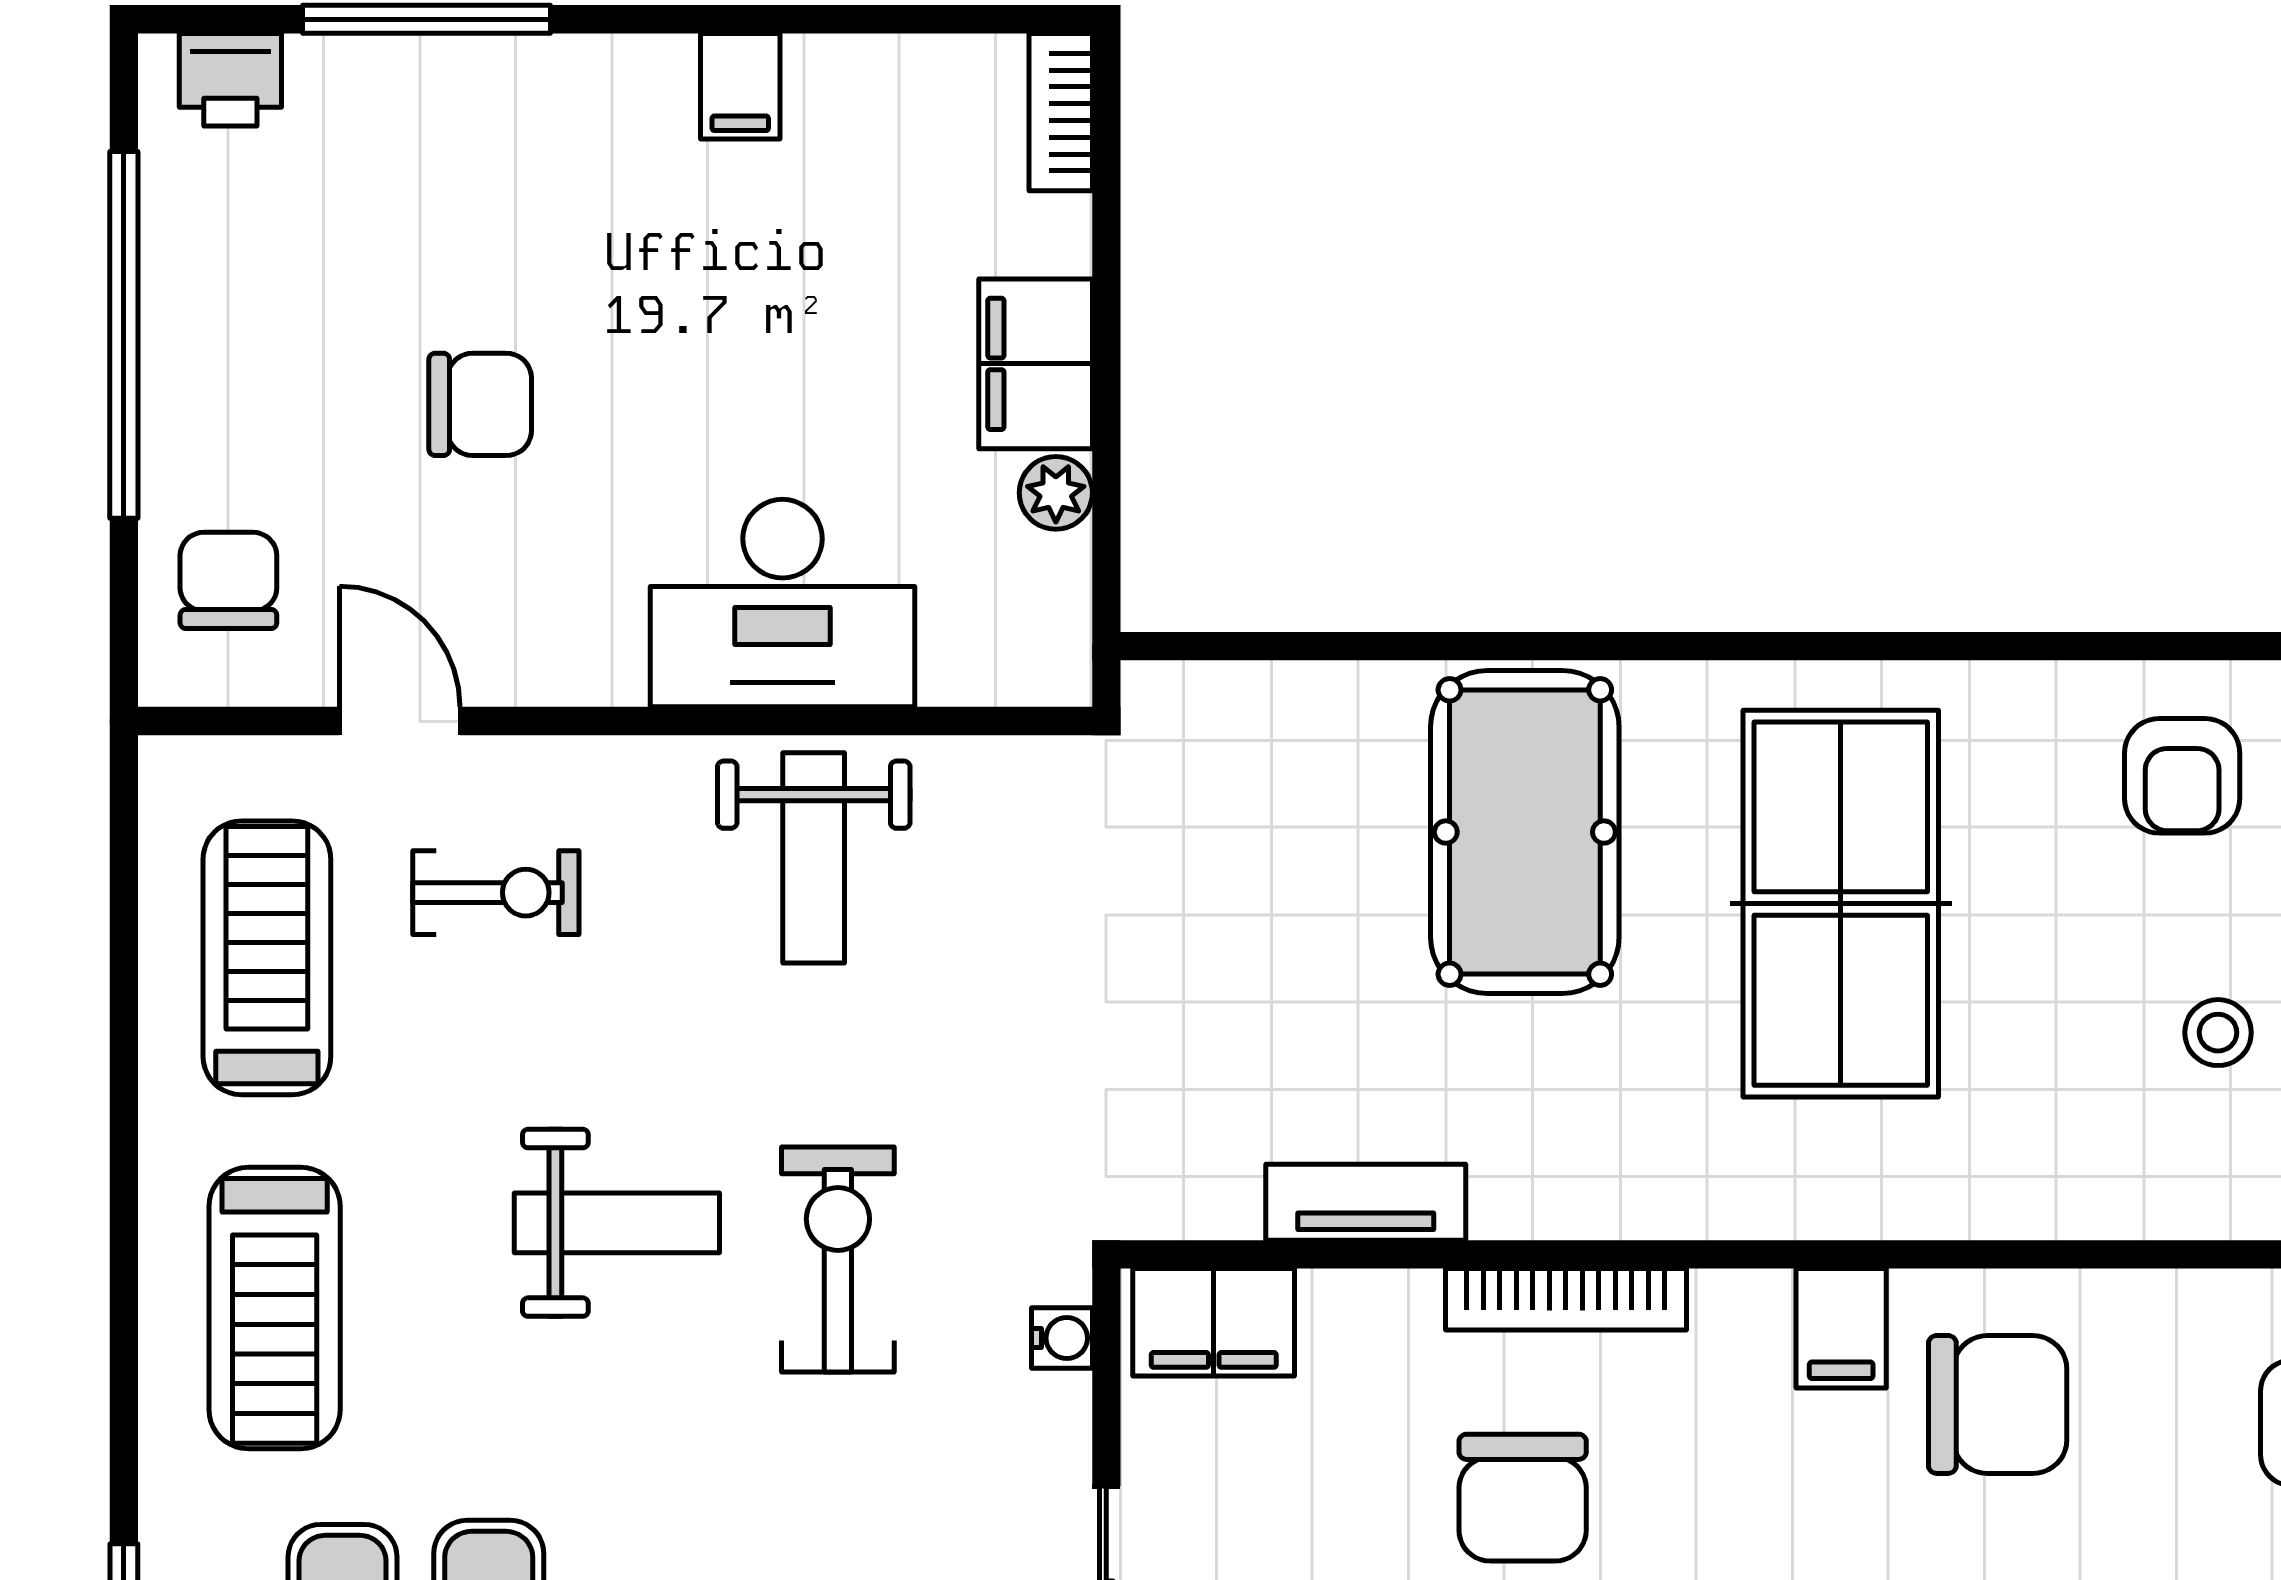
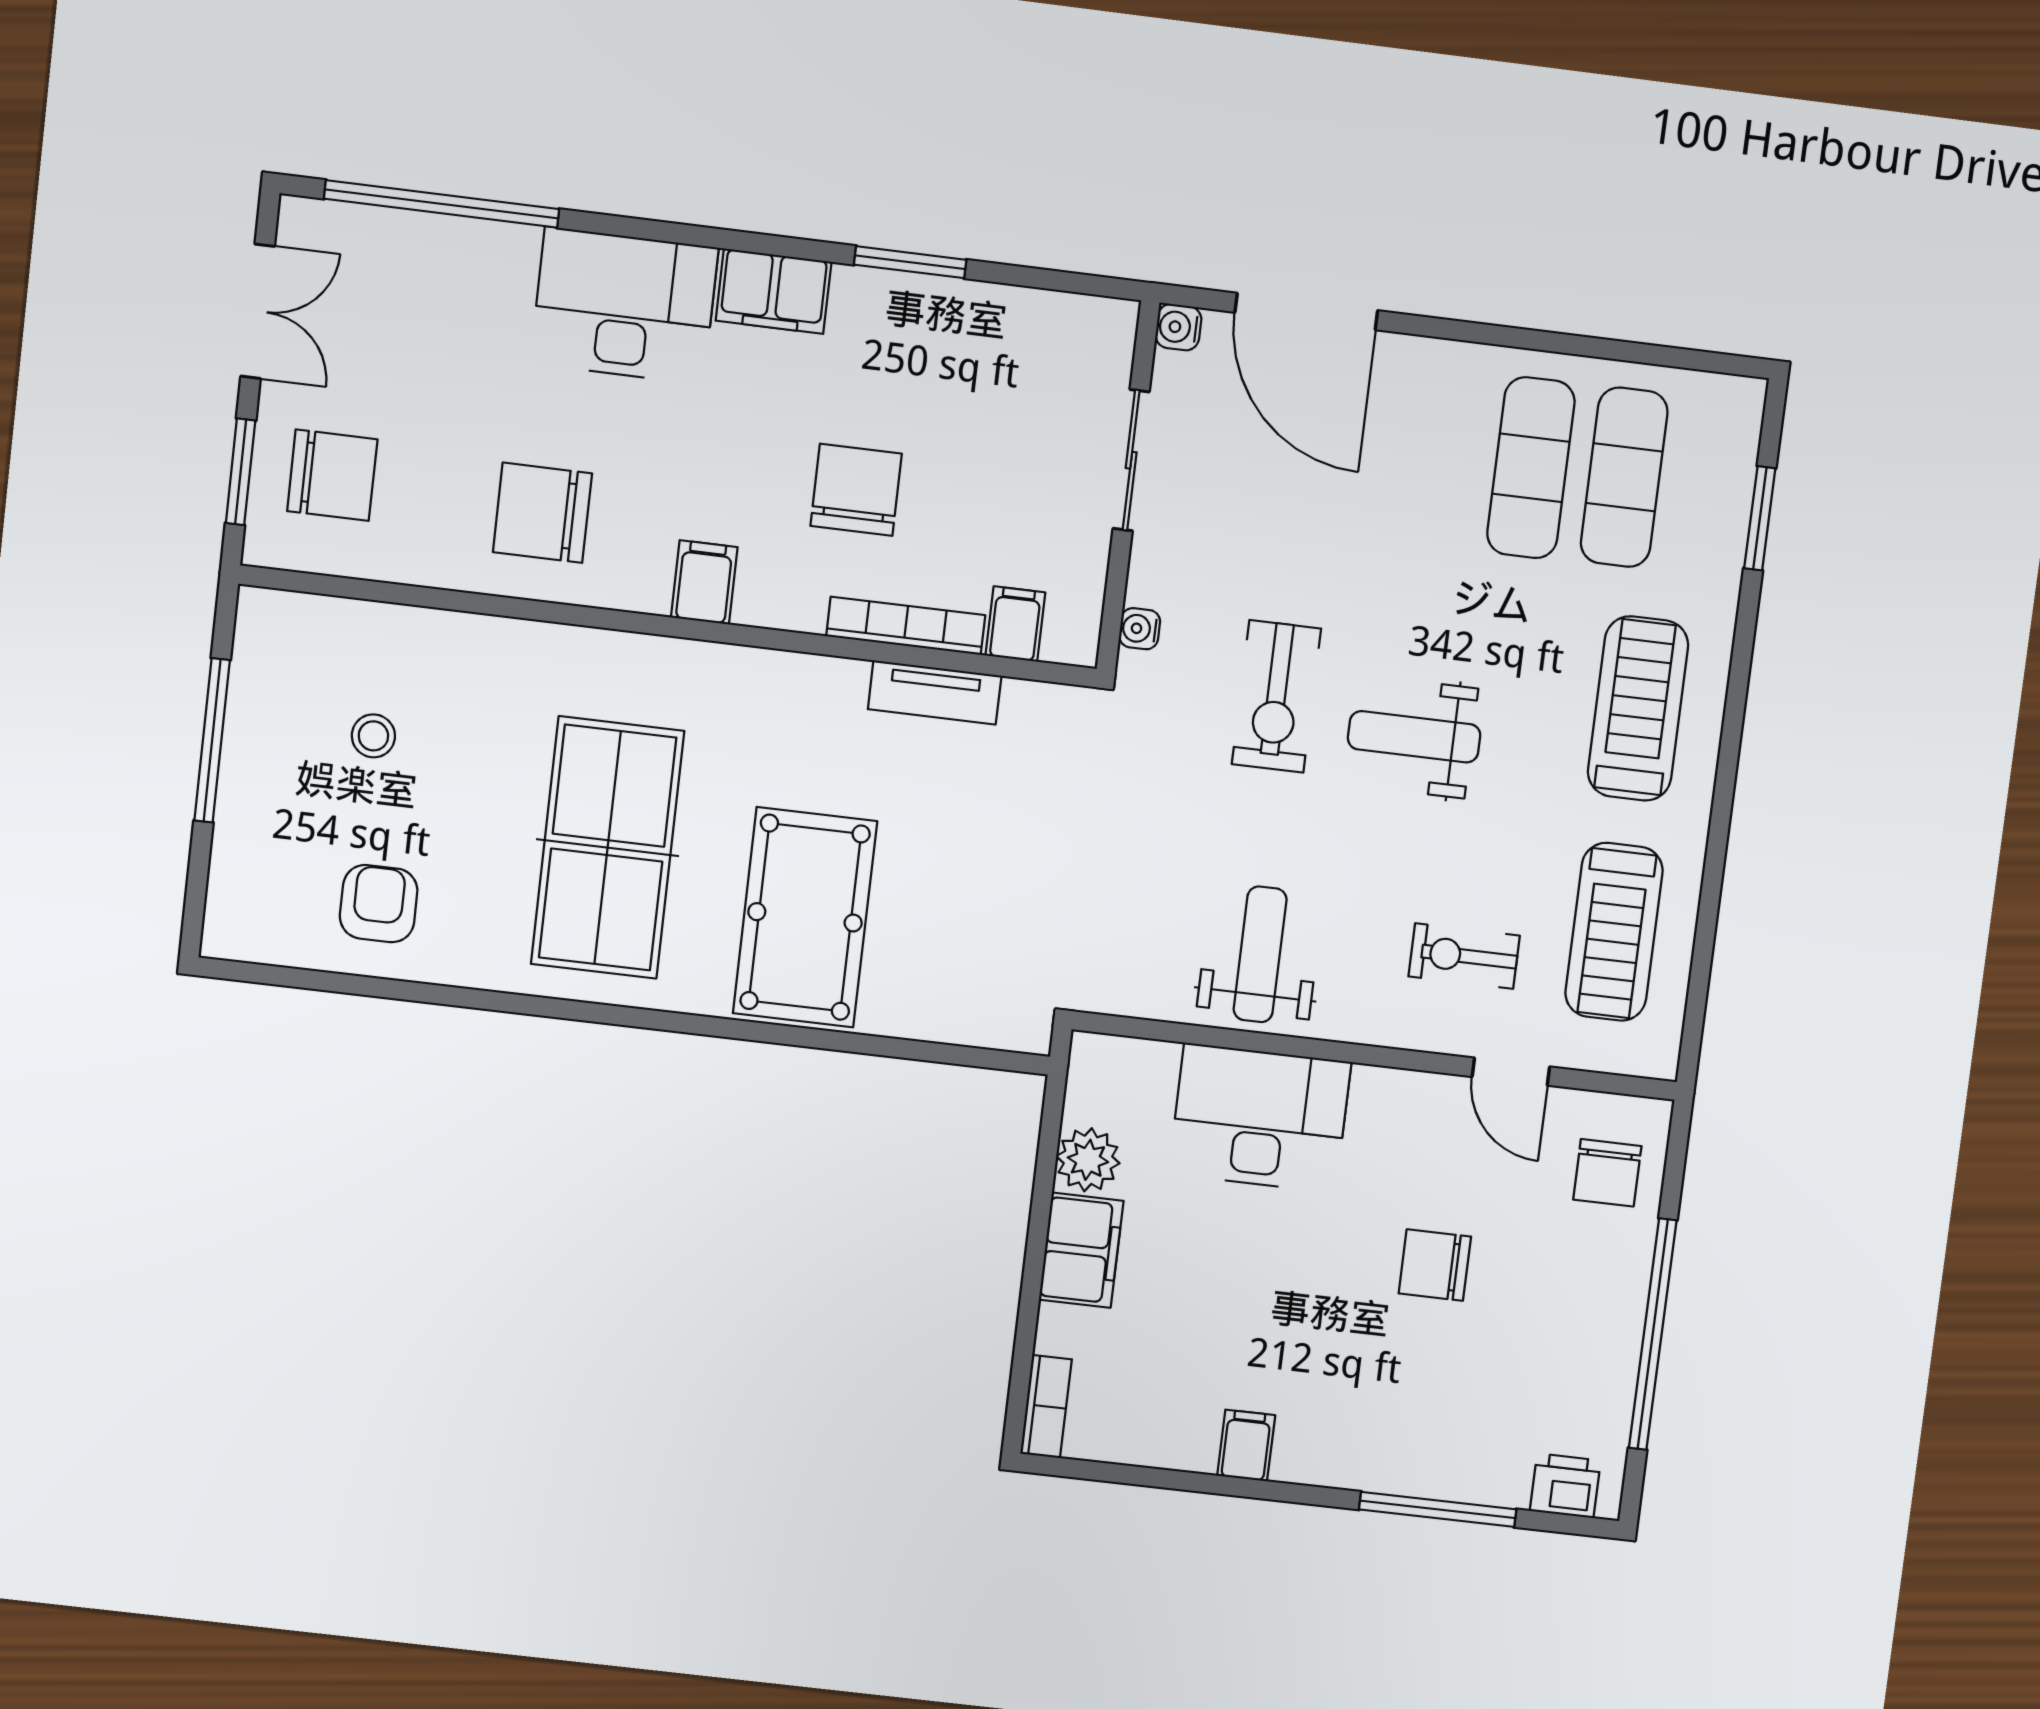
plant: (1056, 493) -> (1088, 1160), width x1.38, depth x1.38
bookcase: (1566, 1299) -> (906, 626), moved
filing cabinet: (1214, 1322) -> (1015, 624), width x0.50
filing cabinet: (1841, 1328) -> (704, 582), moved

